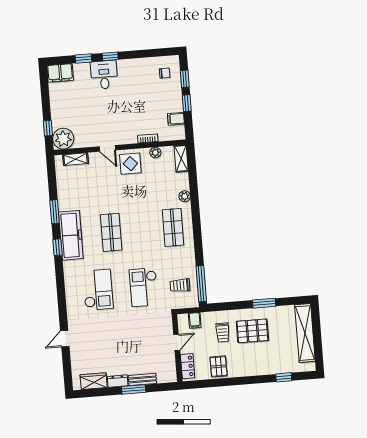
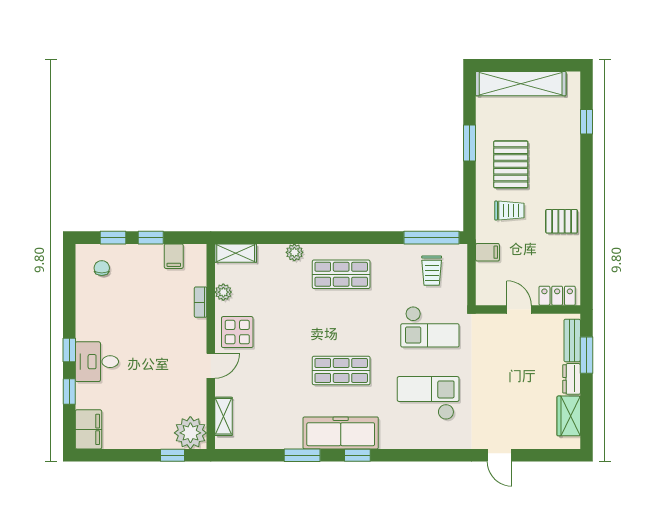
door: (177, 342) -> (519, 309), moved
wall: (177, 348) -> (528, 309), moved
locker: (188, 366) -> (557, 296), moved

